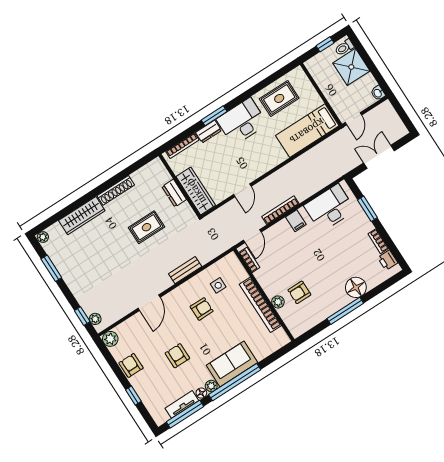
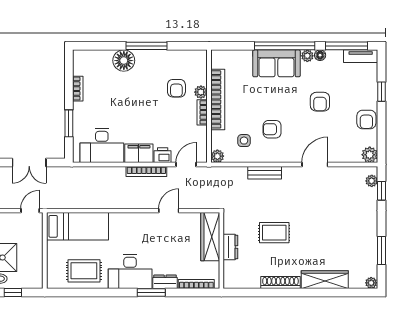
filing cabinet: (296, 221) -> (139, 153), width x2.00
plant: (231, 259) -> (217, 156), added
bookcase: (249, 260) -> (202, 112), moved
printer: (388, 260) -> (163, 155), moved, turned -90
armchair: (299, 292) -> (176, 88), turned 90
tv unit: (182, 404) -> (361, 56), moved

